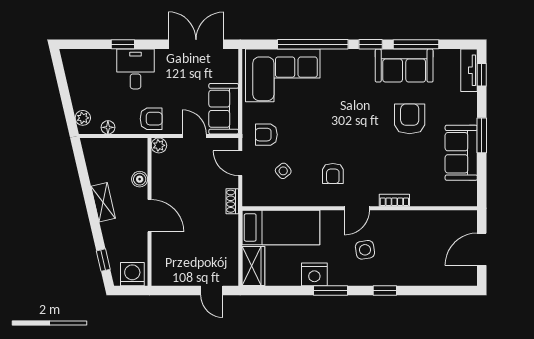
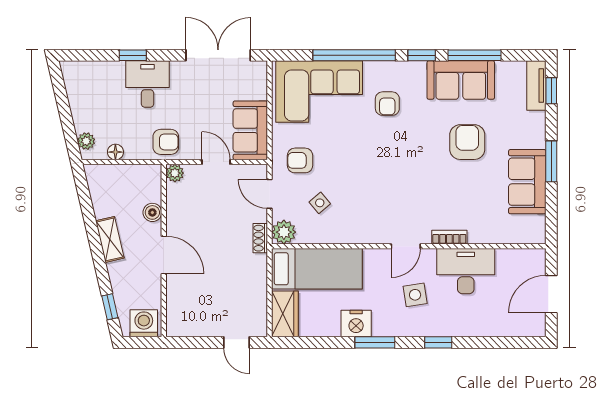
armchair: (333, 173) -> (387, 104), moved
plant: (252, 196) -> (284, 232), added
desk: (408, 230) -> (466, 271), added

